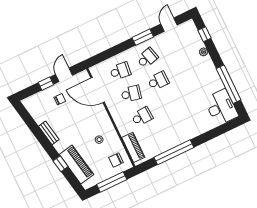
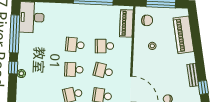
window: (205, 34) -> (13, 68), moved
school desk: (169, 104) -> (75, 45), added
window: (61, 164) -> (203, 87), moved

